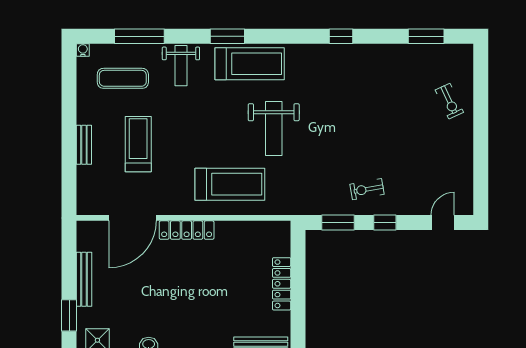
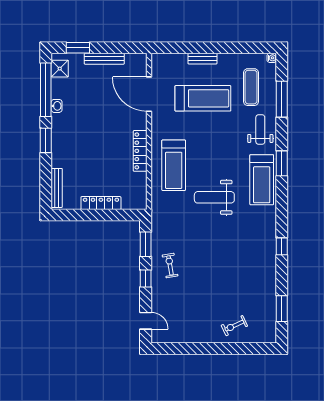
weight bench: (181, 66) -> (260, 130), turned 90
treadmill: (138, 144) -> (203, 98), width x1.37, depth x1.38
locker: (187, 230) -> (140, 151), moved

